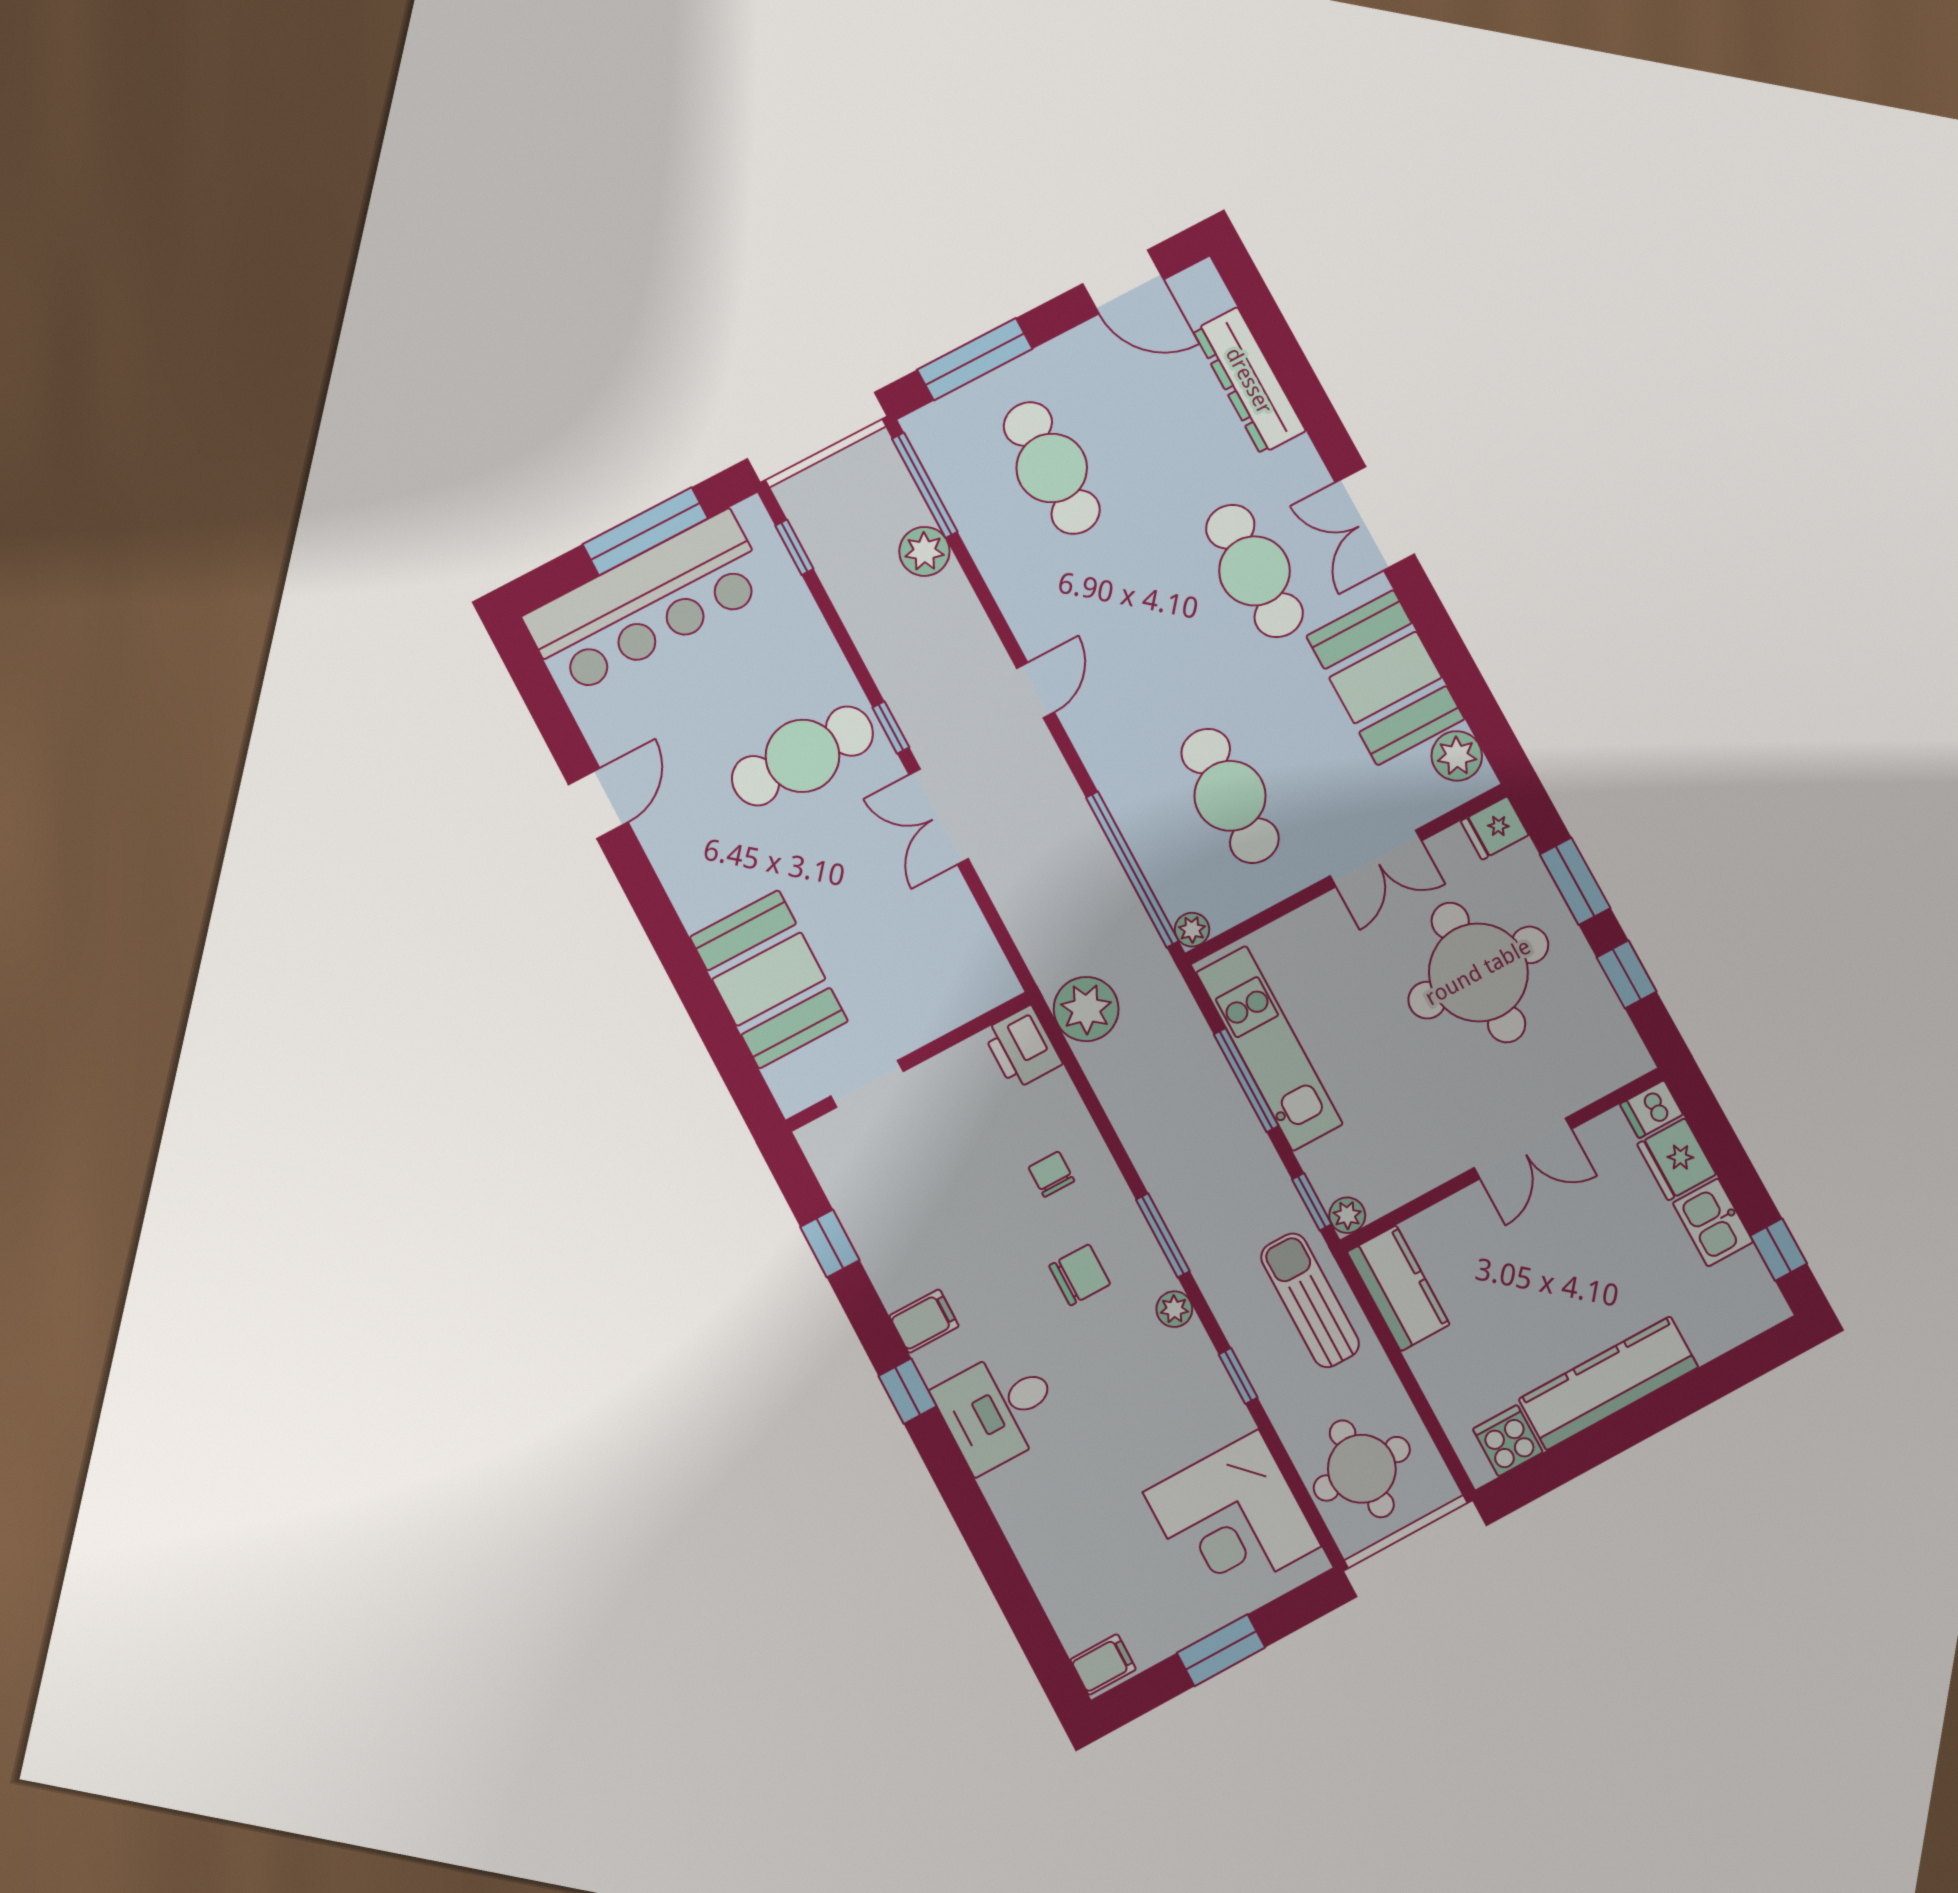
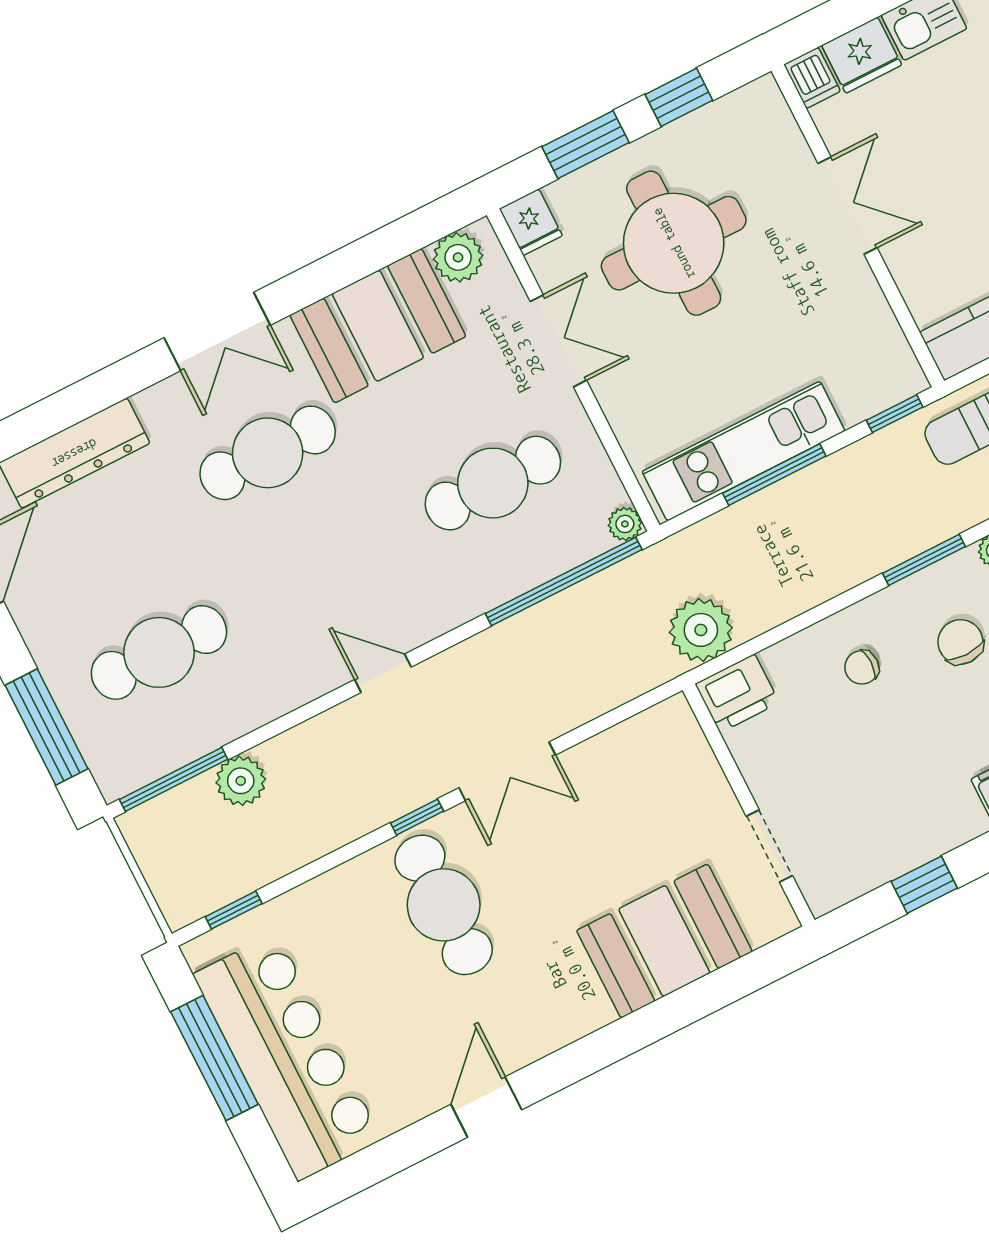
door: (598, 803) -> (486, 1107), hinge flipped
plant: (1347, 1215) -> (909, 379), removed

